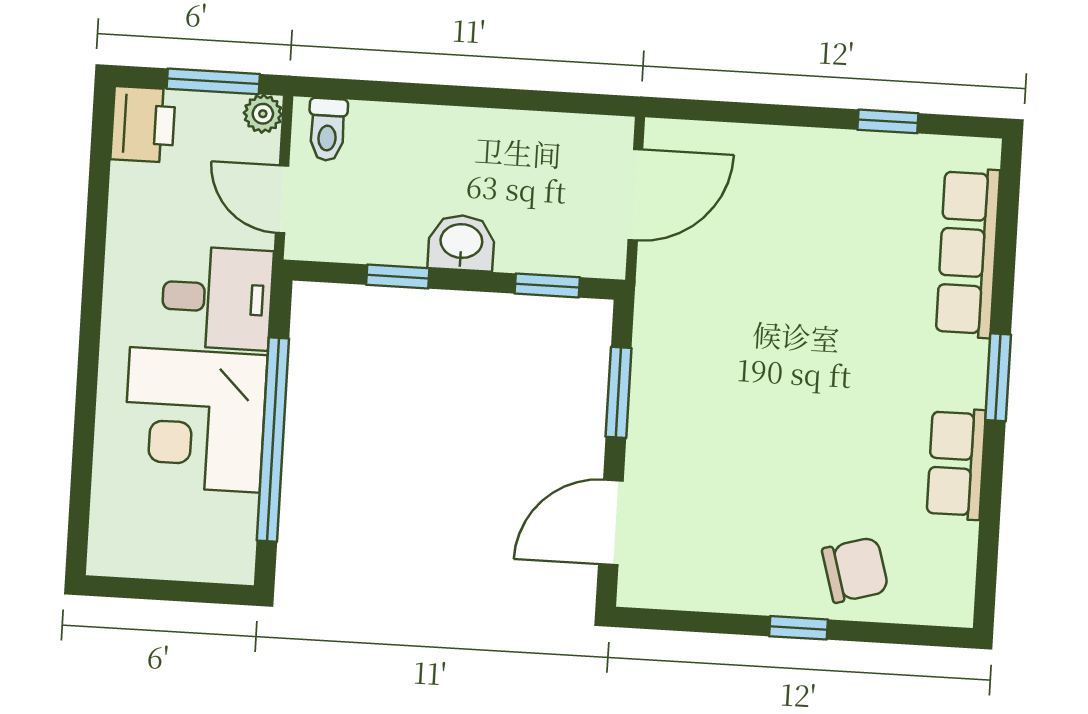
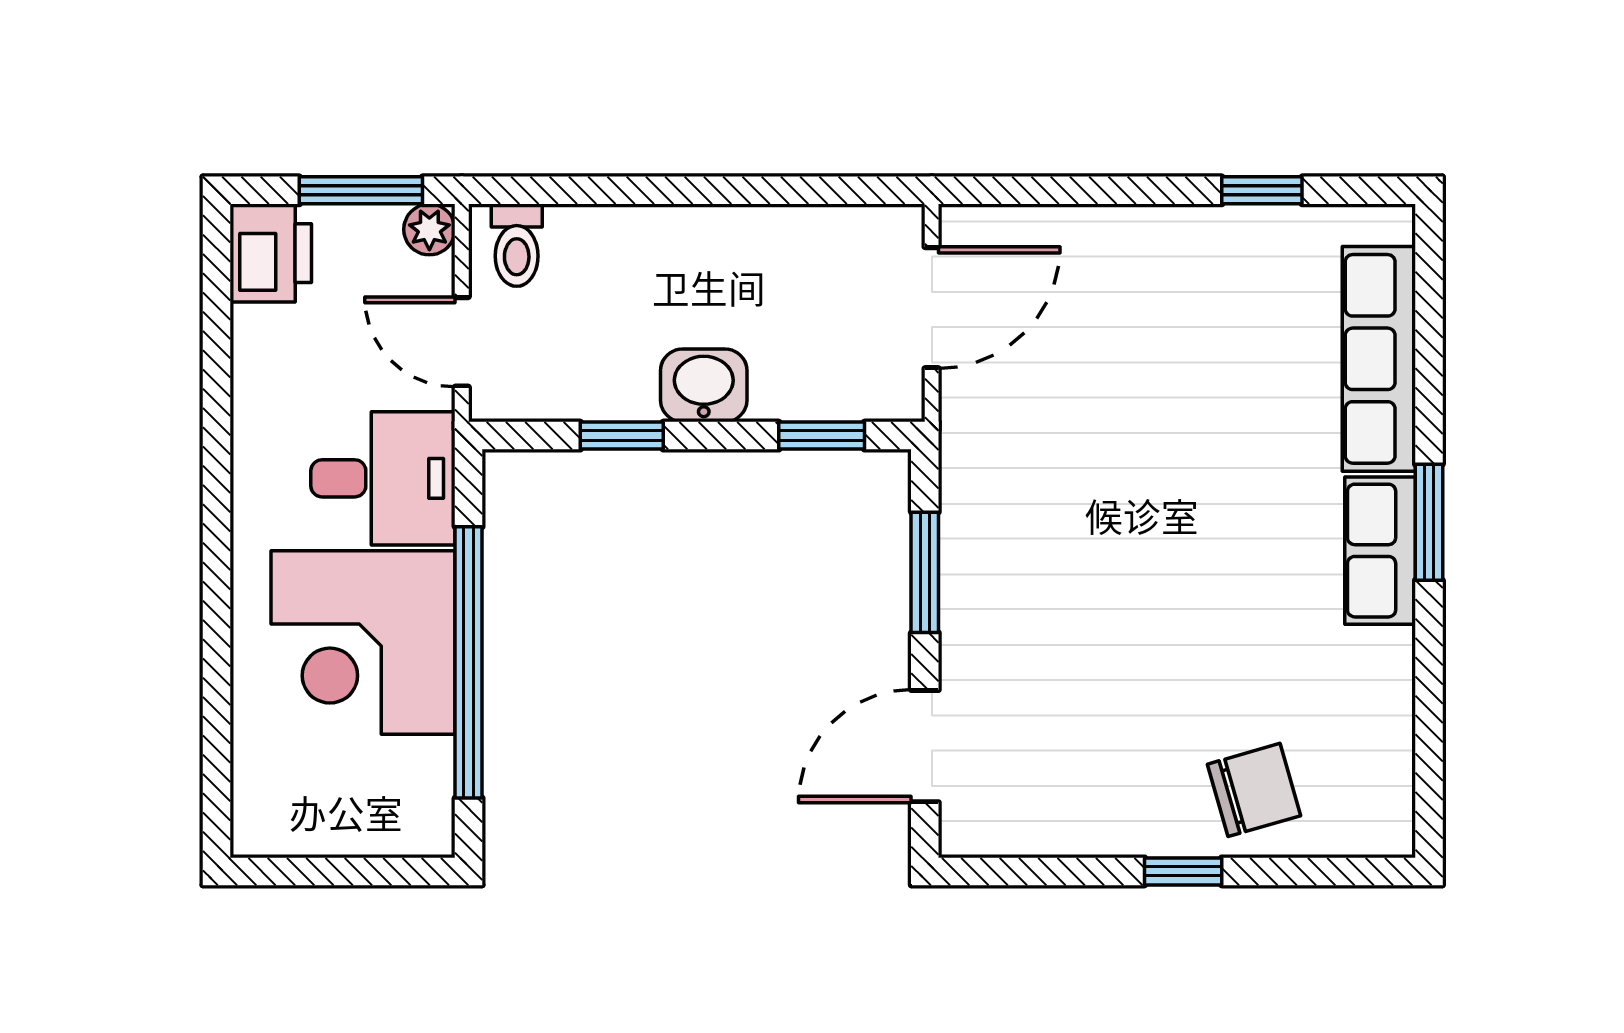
row of seats: (956, 464) -> (1380, 551), moved

